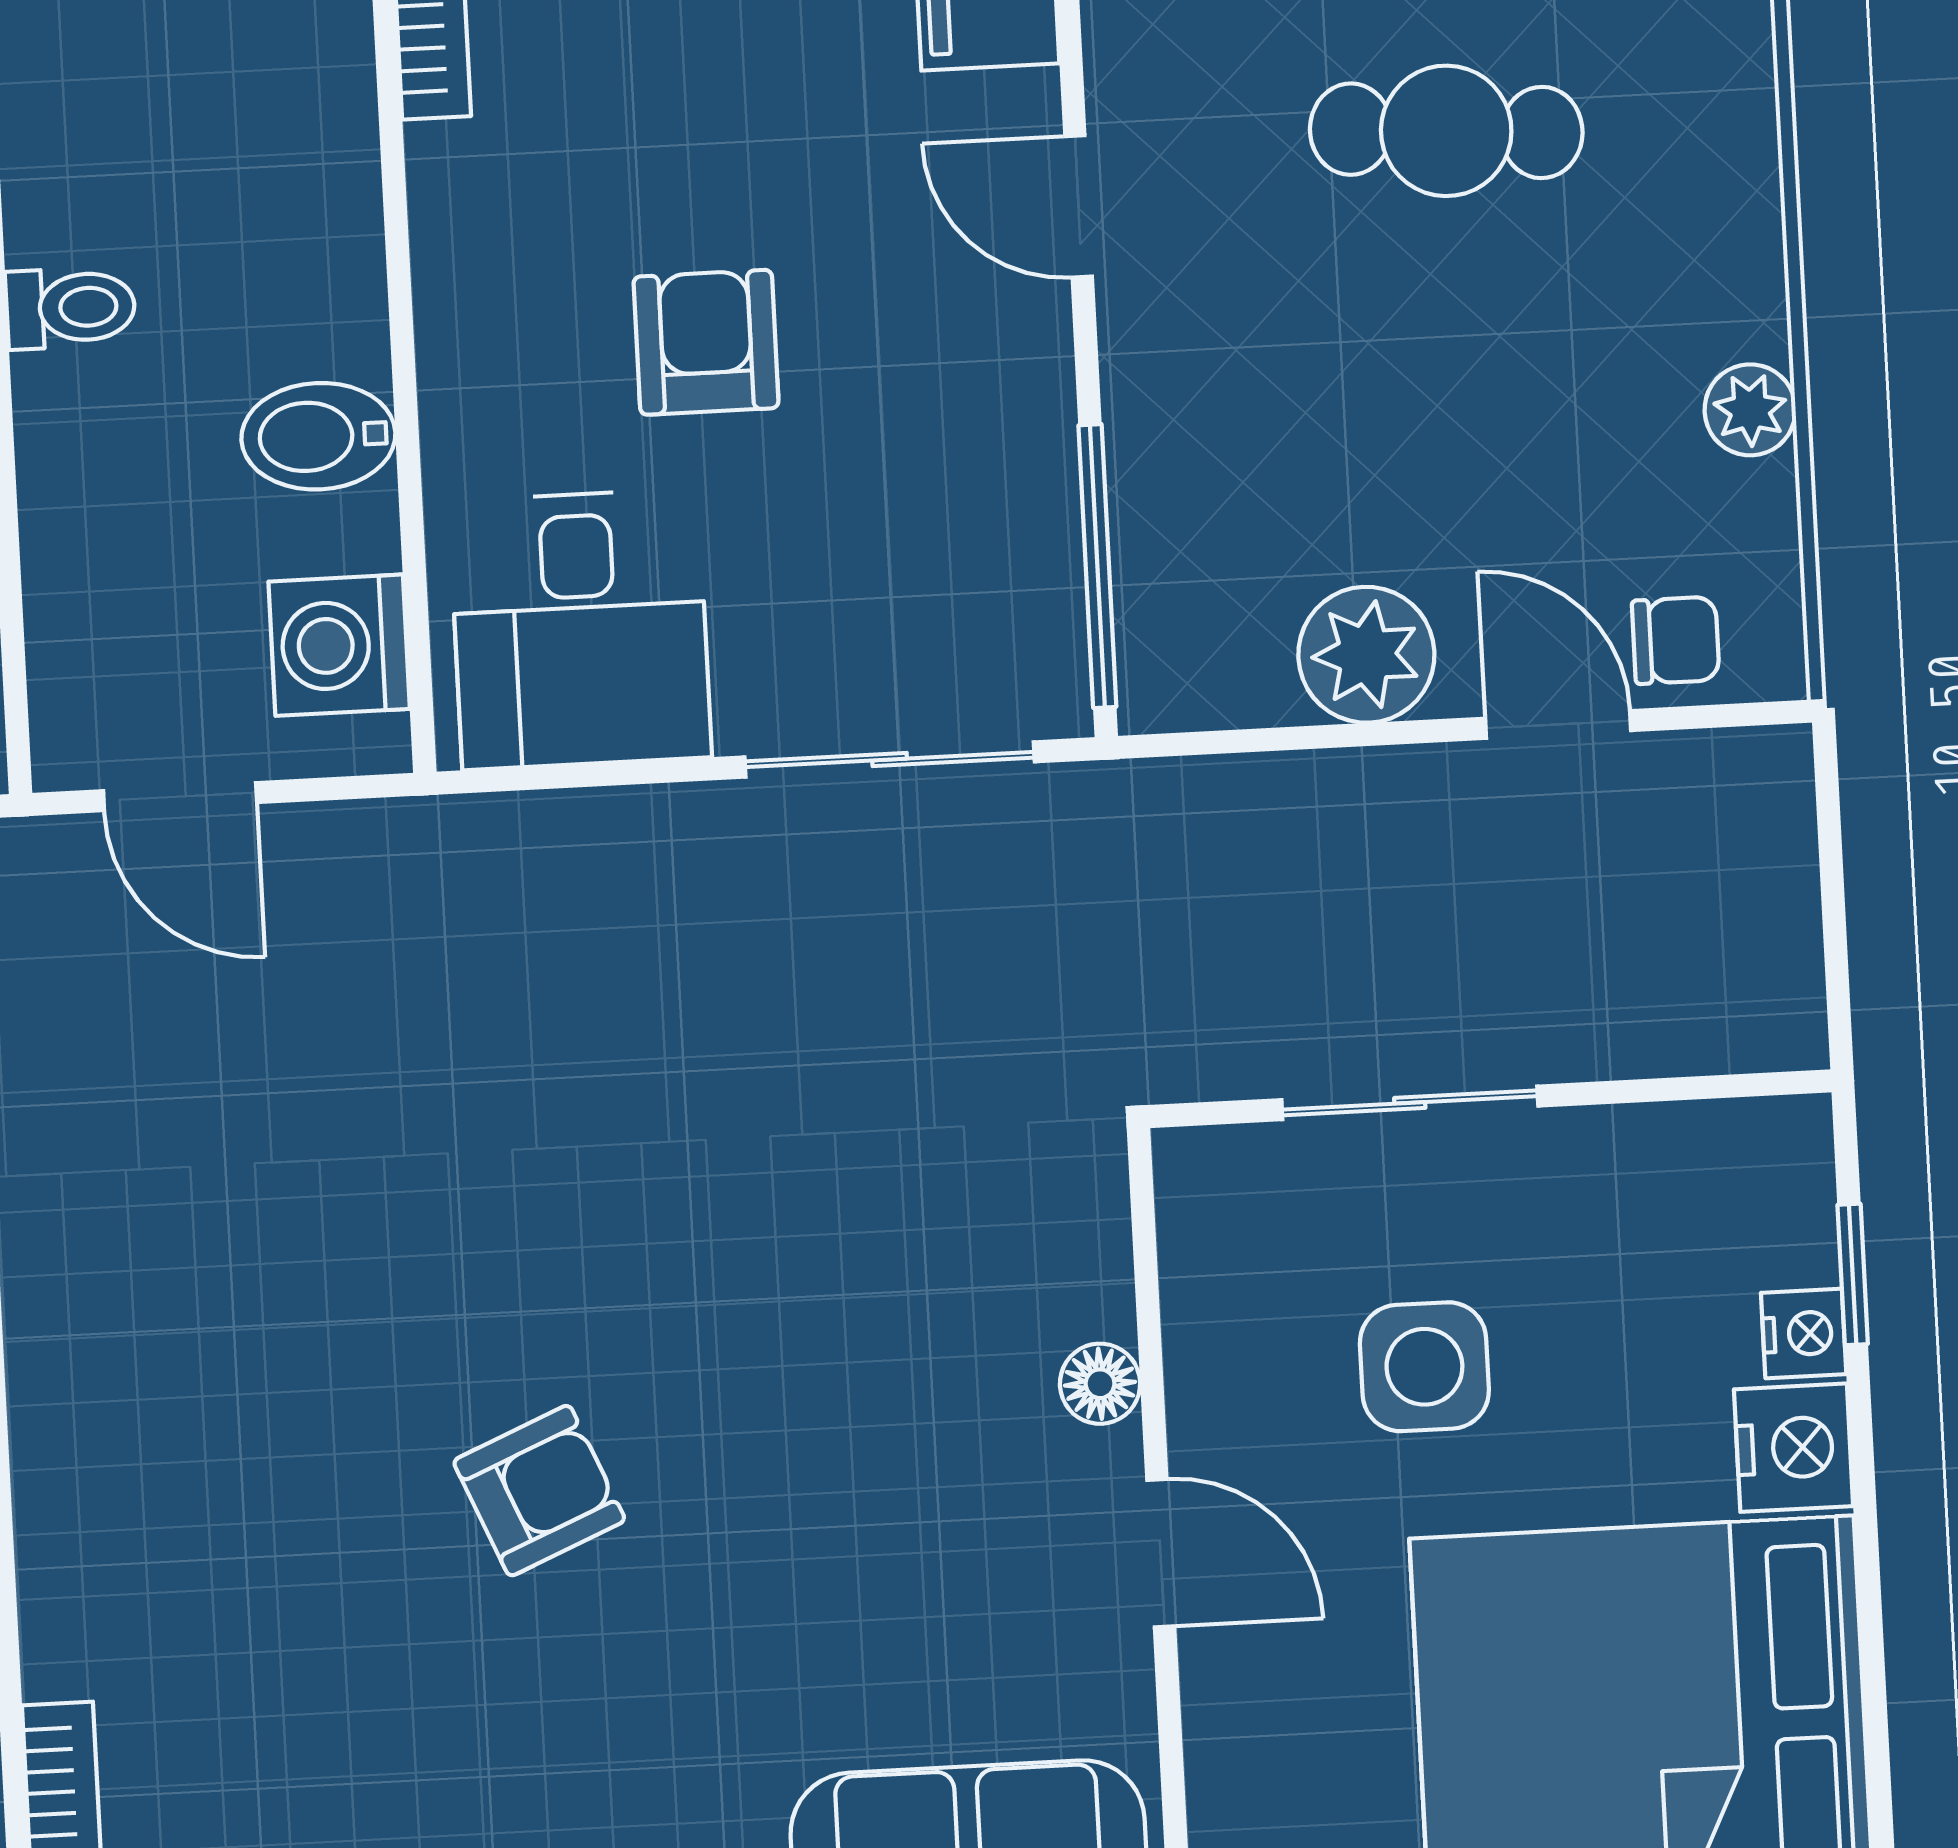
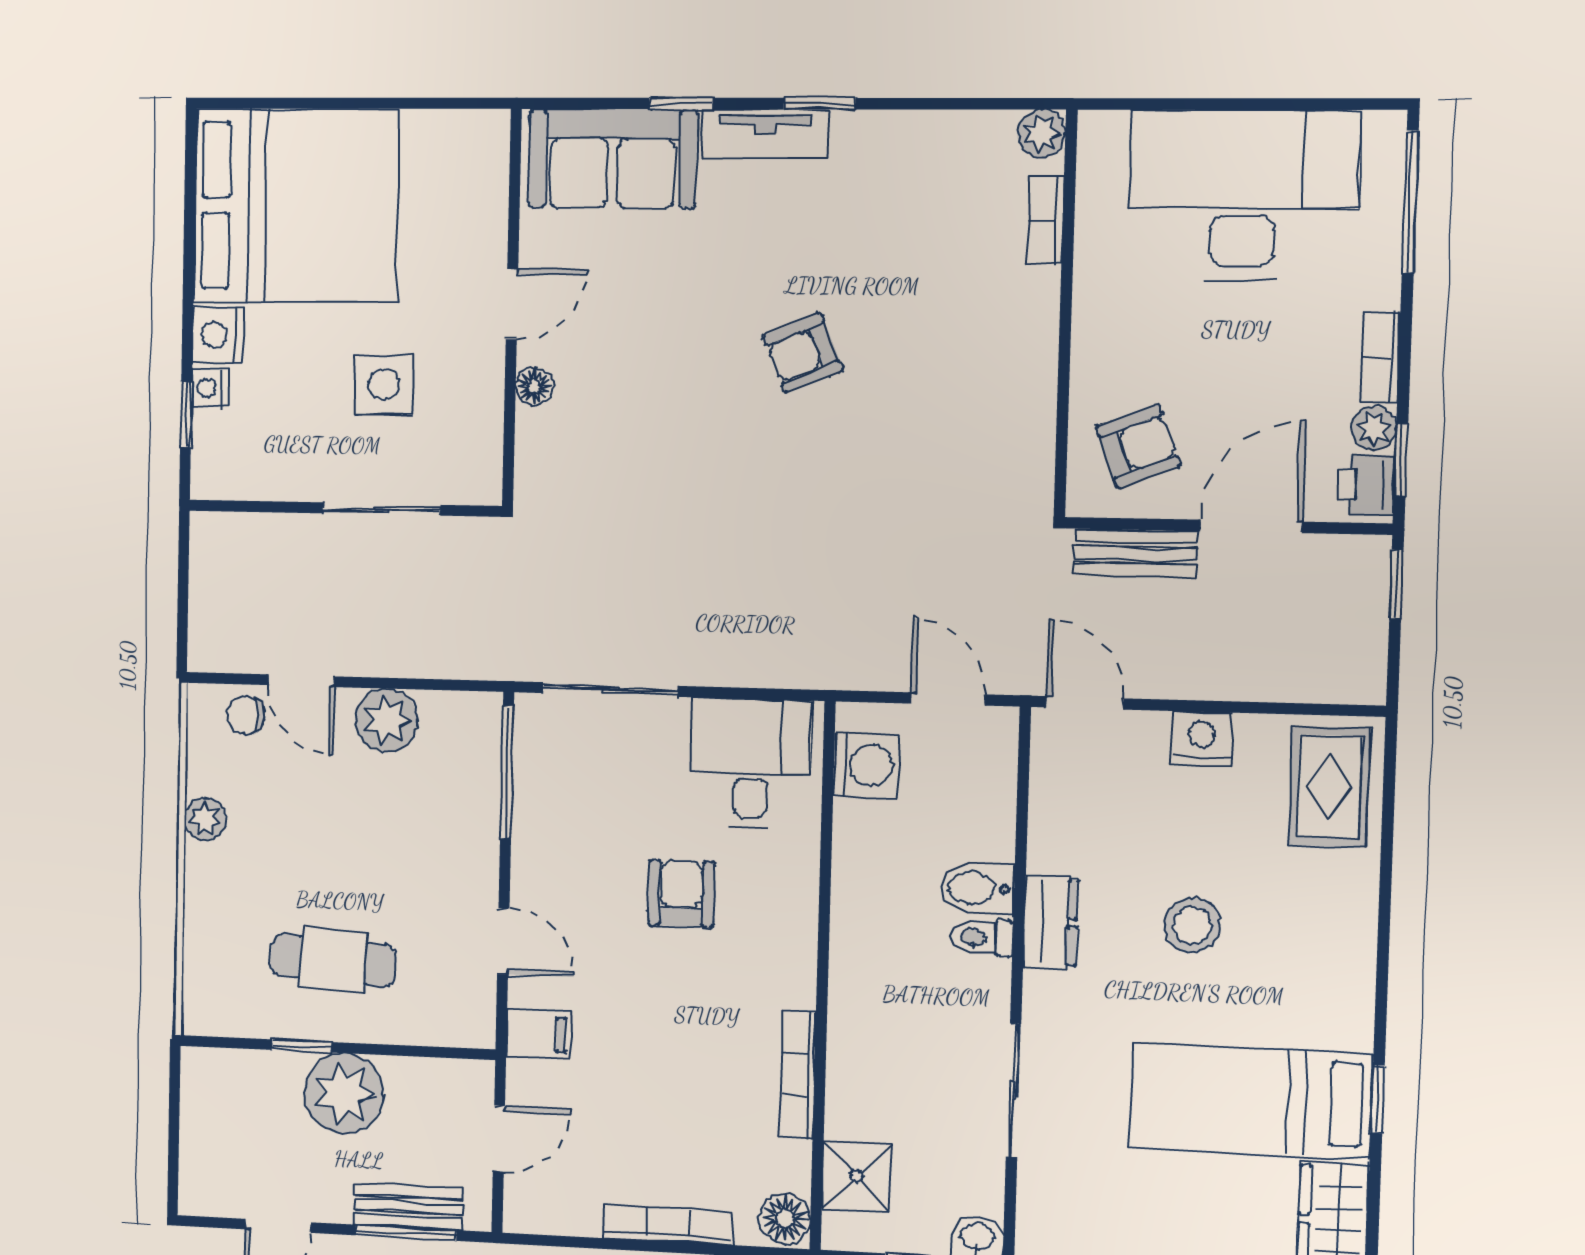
armchair: (706, 342) -> (681, 893), turned 180
bidet: (318, 436) -> (977, 888), moved, turned 180
door: (1161, 1553) -> (512, 304), swing flipped

